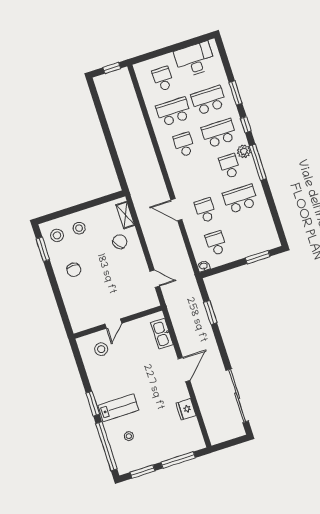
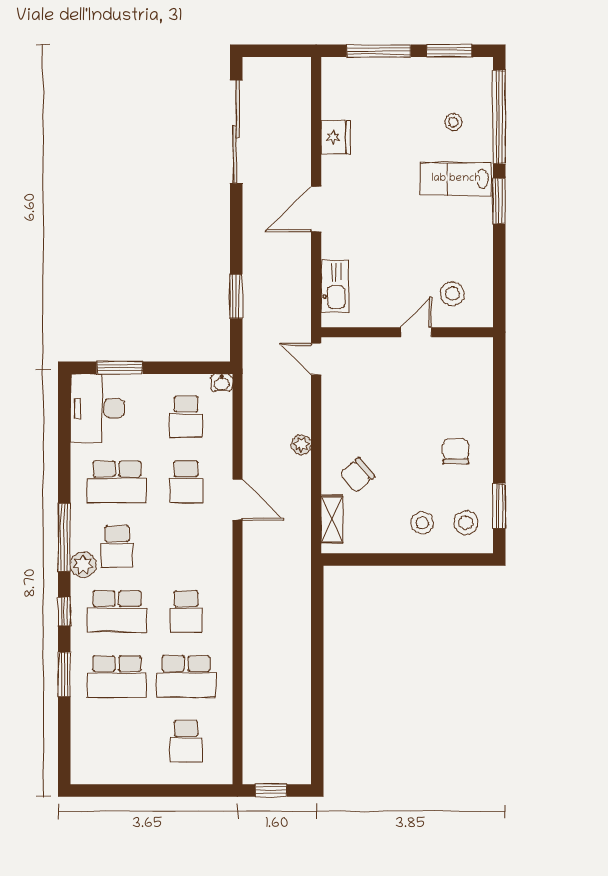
desk: (195, 60) -> (97, 408), moved, turned 90
plant: (153, 248) -> (301, 445), added
door: (155, 279) -> (316, 359), moved

